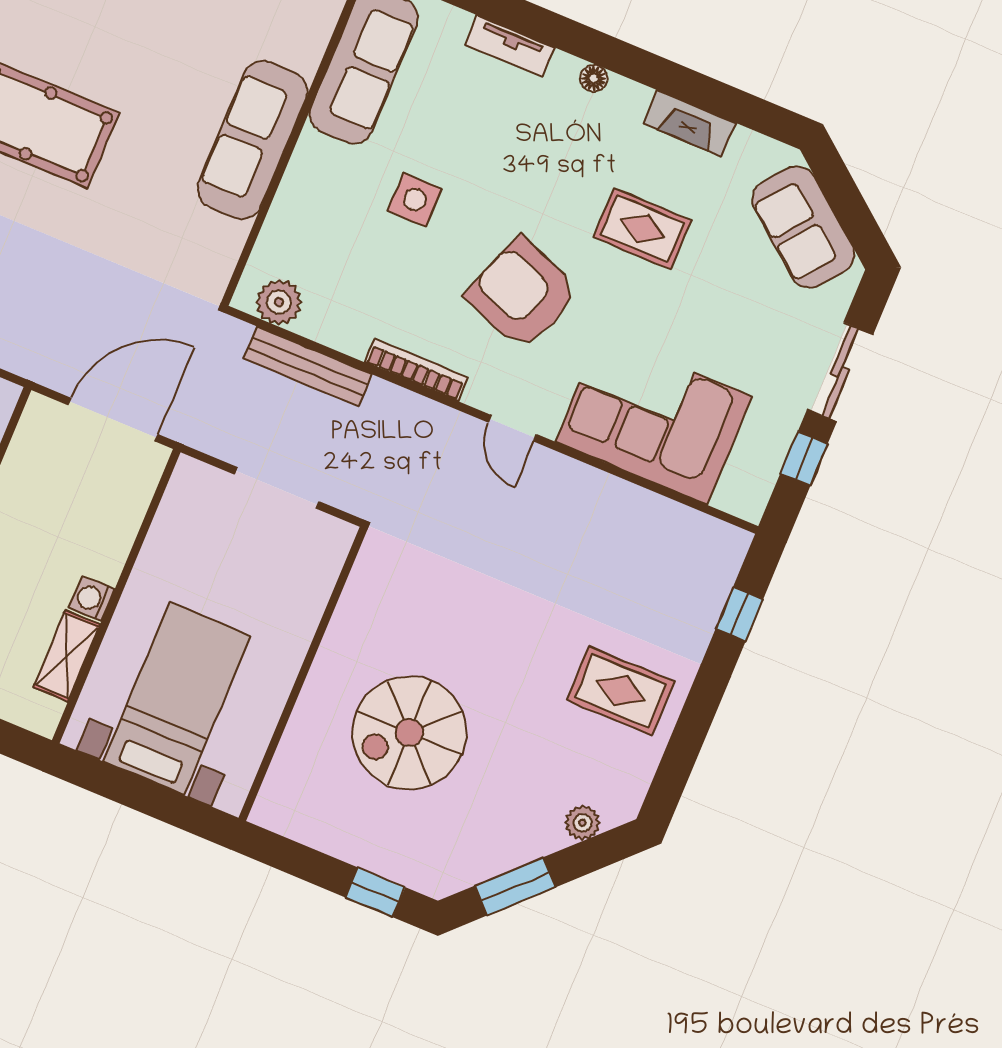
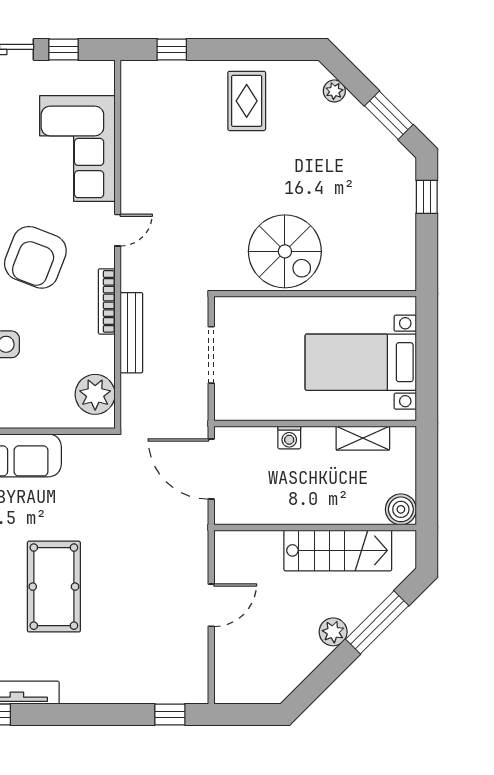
plant: (279, 302) -> (95, 394), width x1.36, depth x1.36
bench: (308, 366) -> (131, 333), moved
washing machine: (92, 599) -> (289, 437), moved
spiral stairs: (409, 733) -> (285, 251), moved

